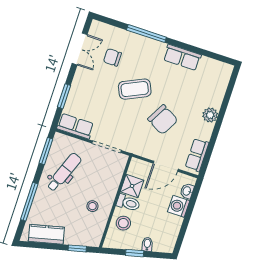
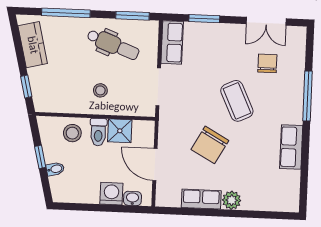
row of seats: (197, 155) -> (201, 199), moved
stool: (92, 206) -> (100, 90), moved

